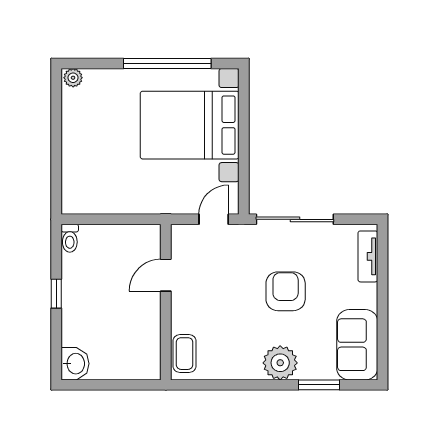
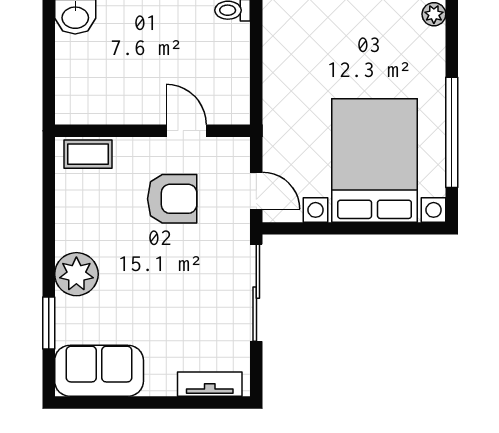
armchair: (286, 291) -> (172, 199), moved

